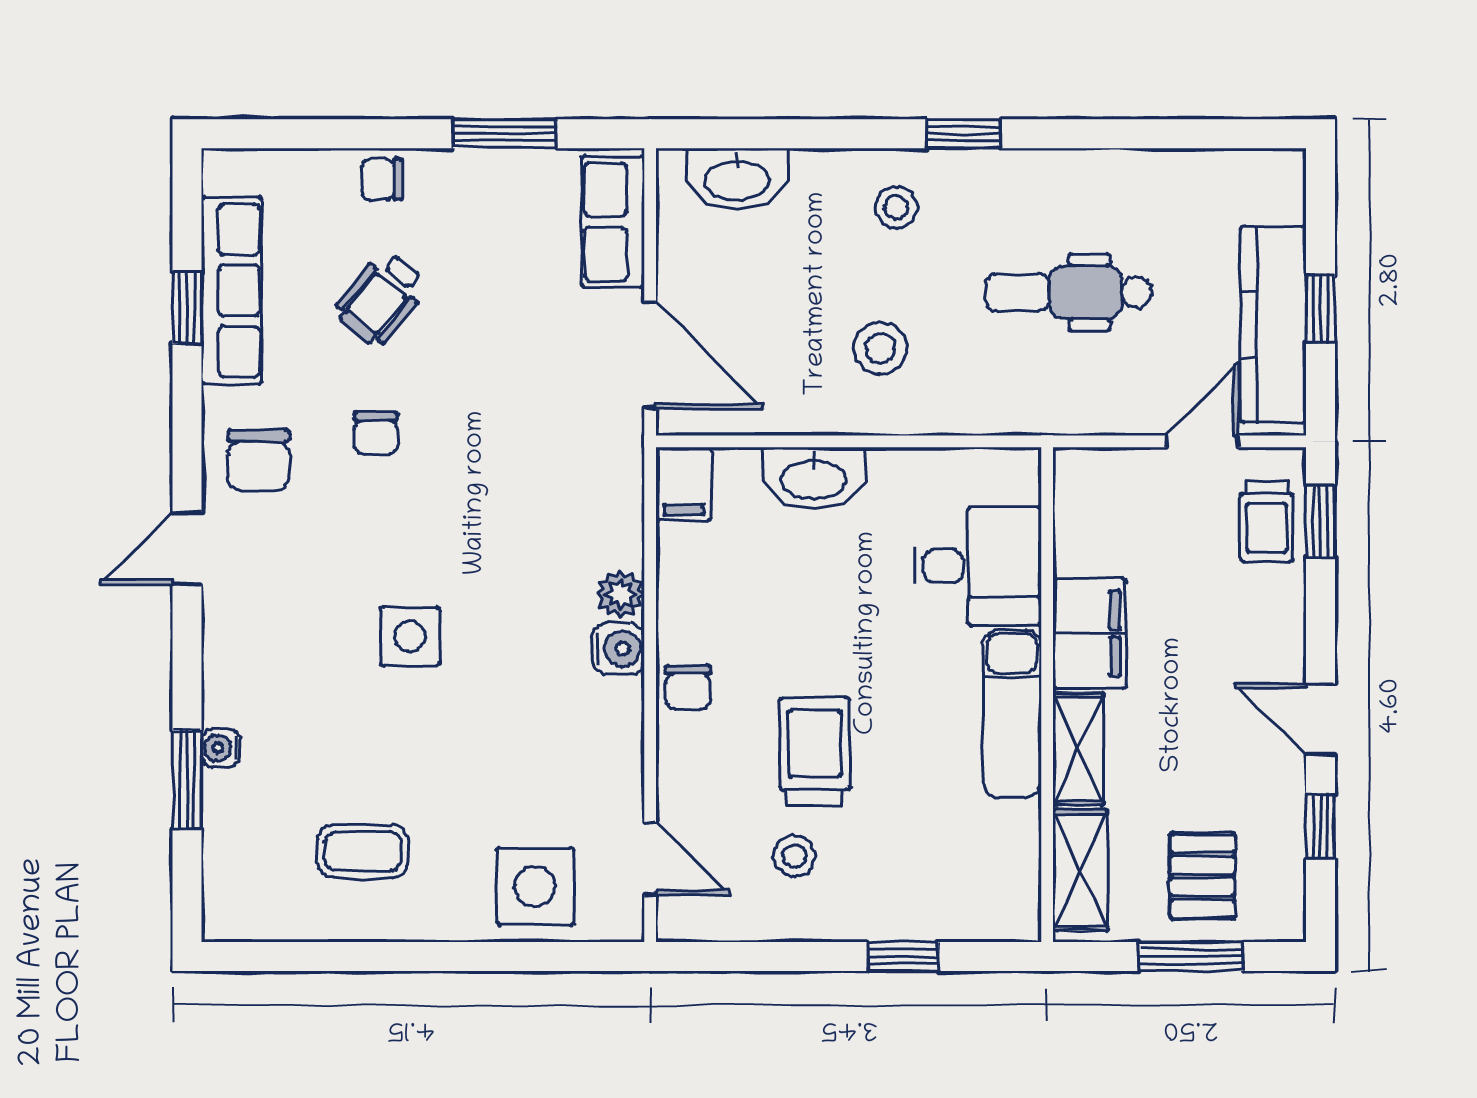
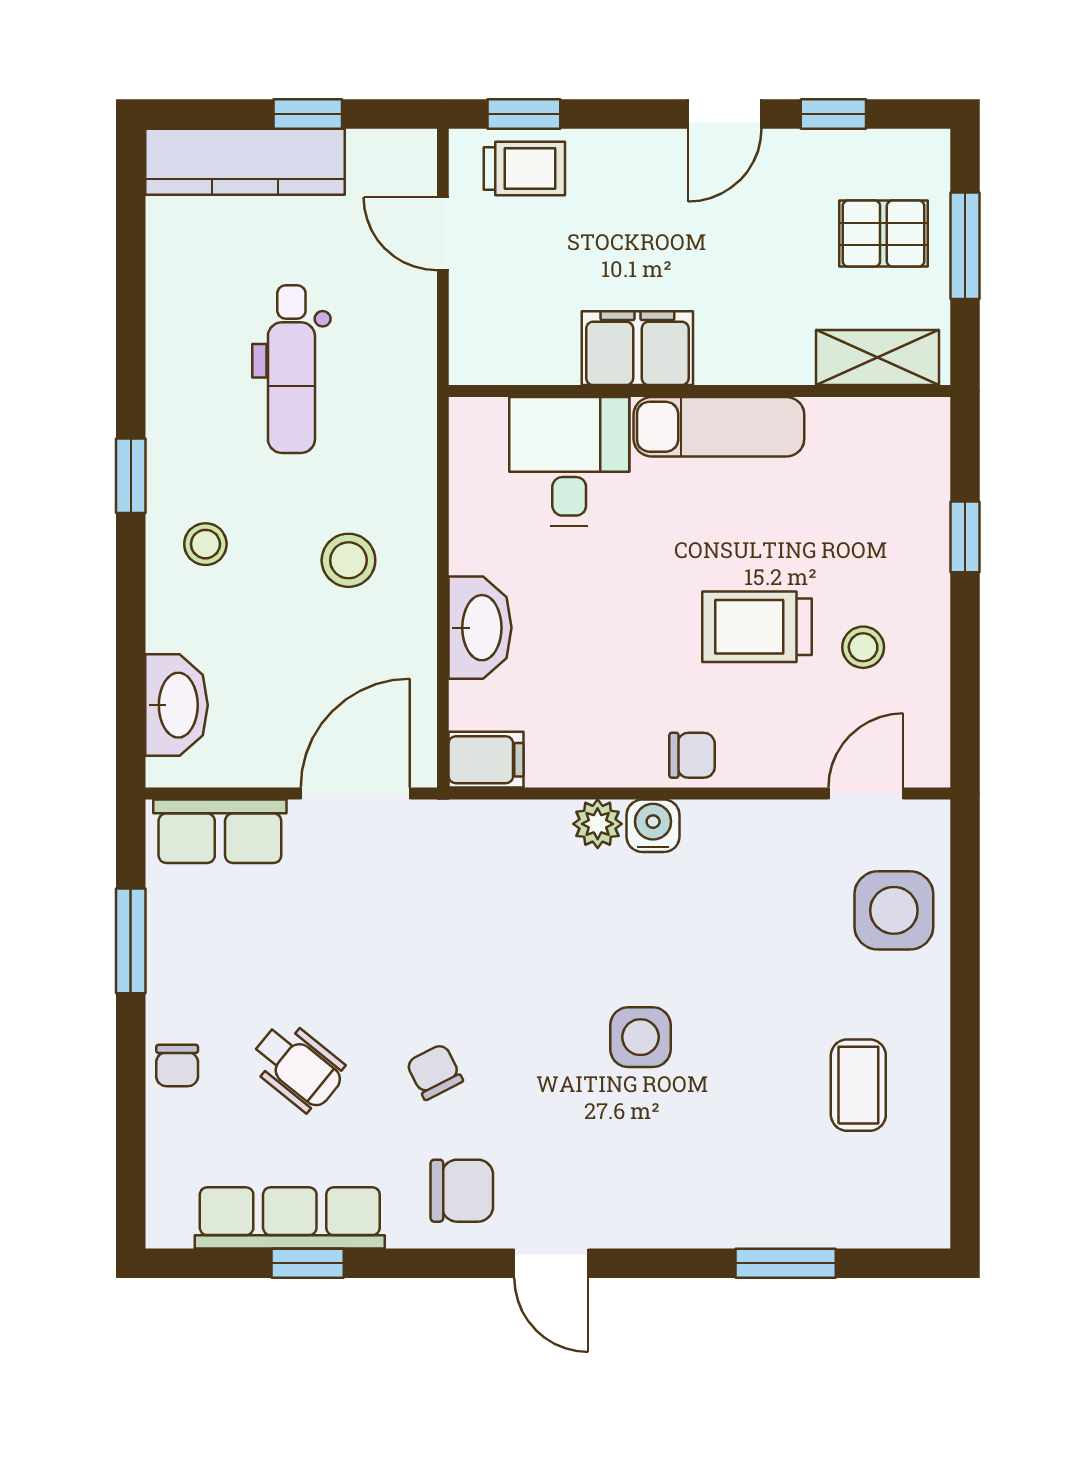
kitchen counter: (1273, 324) -> (245, 162), moved
chair: (376, 433) -> (435, 1072), turned -117
water cooler: (221, 748) -> (754, 1229), removed
shelving: (1078, 749) -> (755, 360), removed

